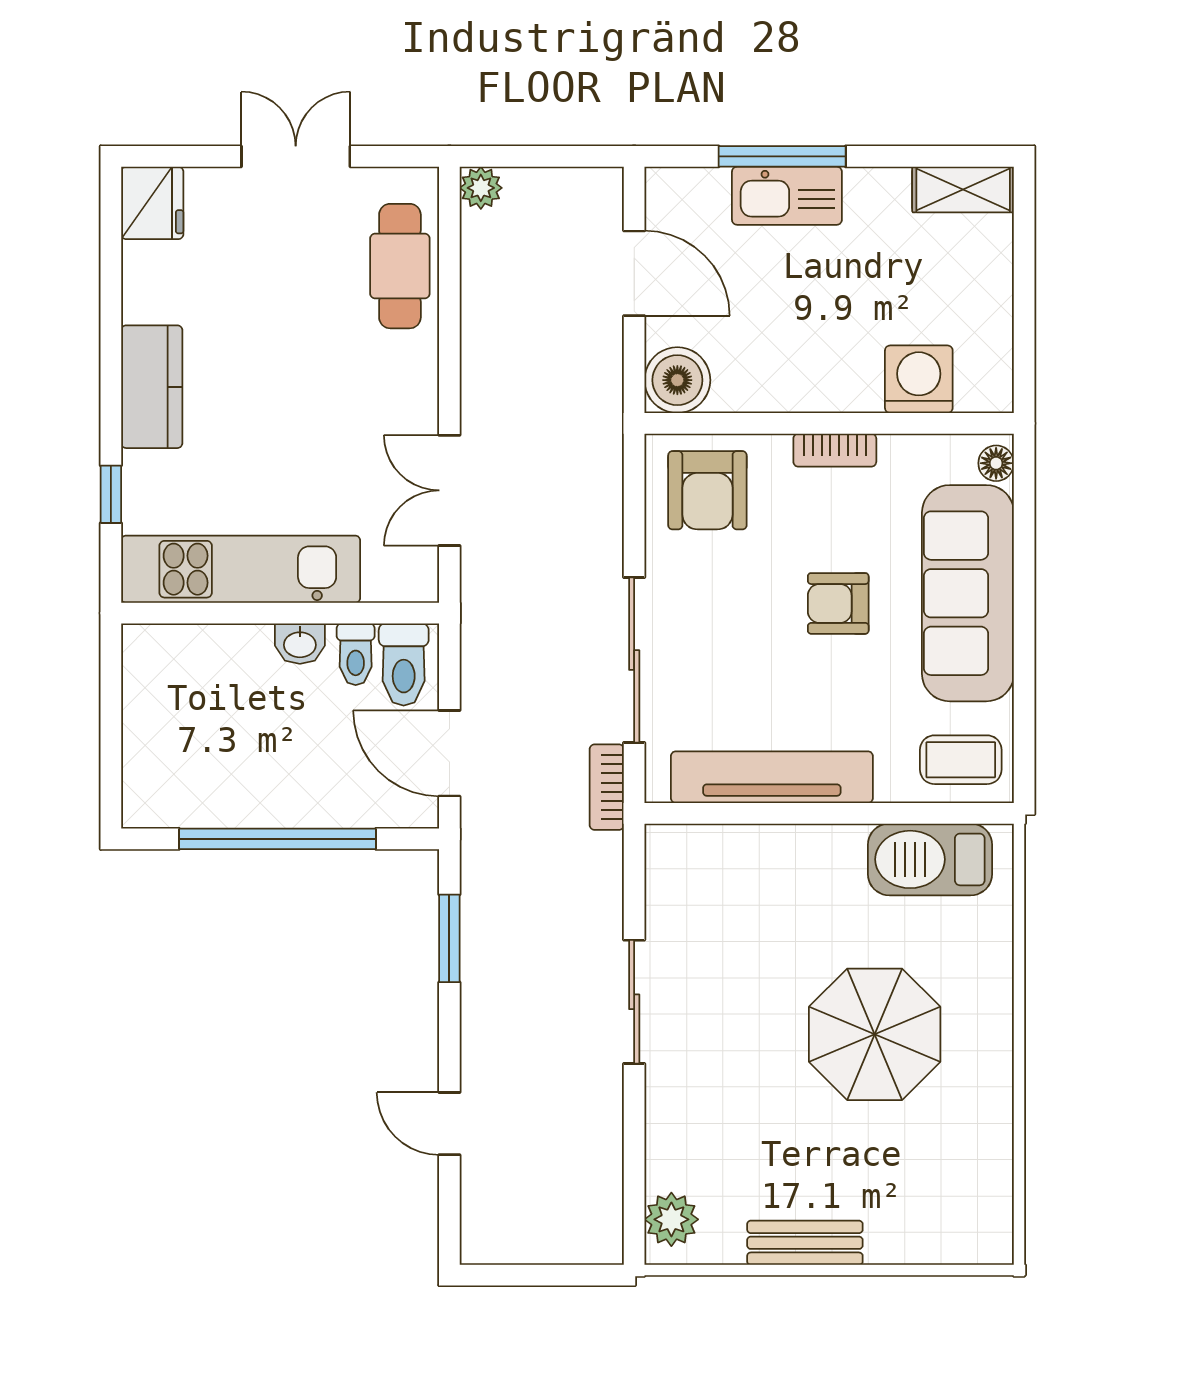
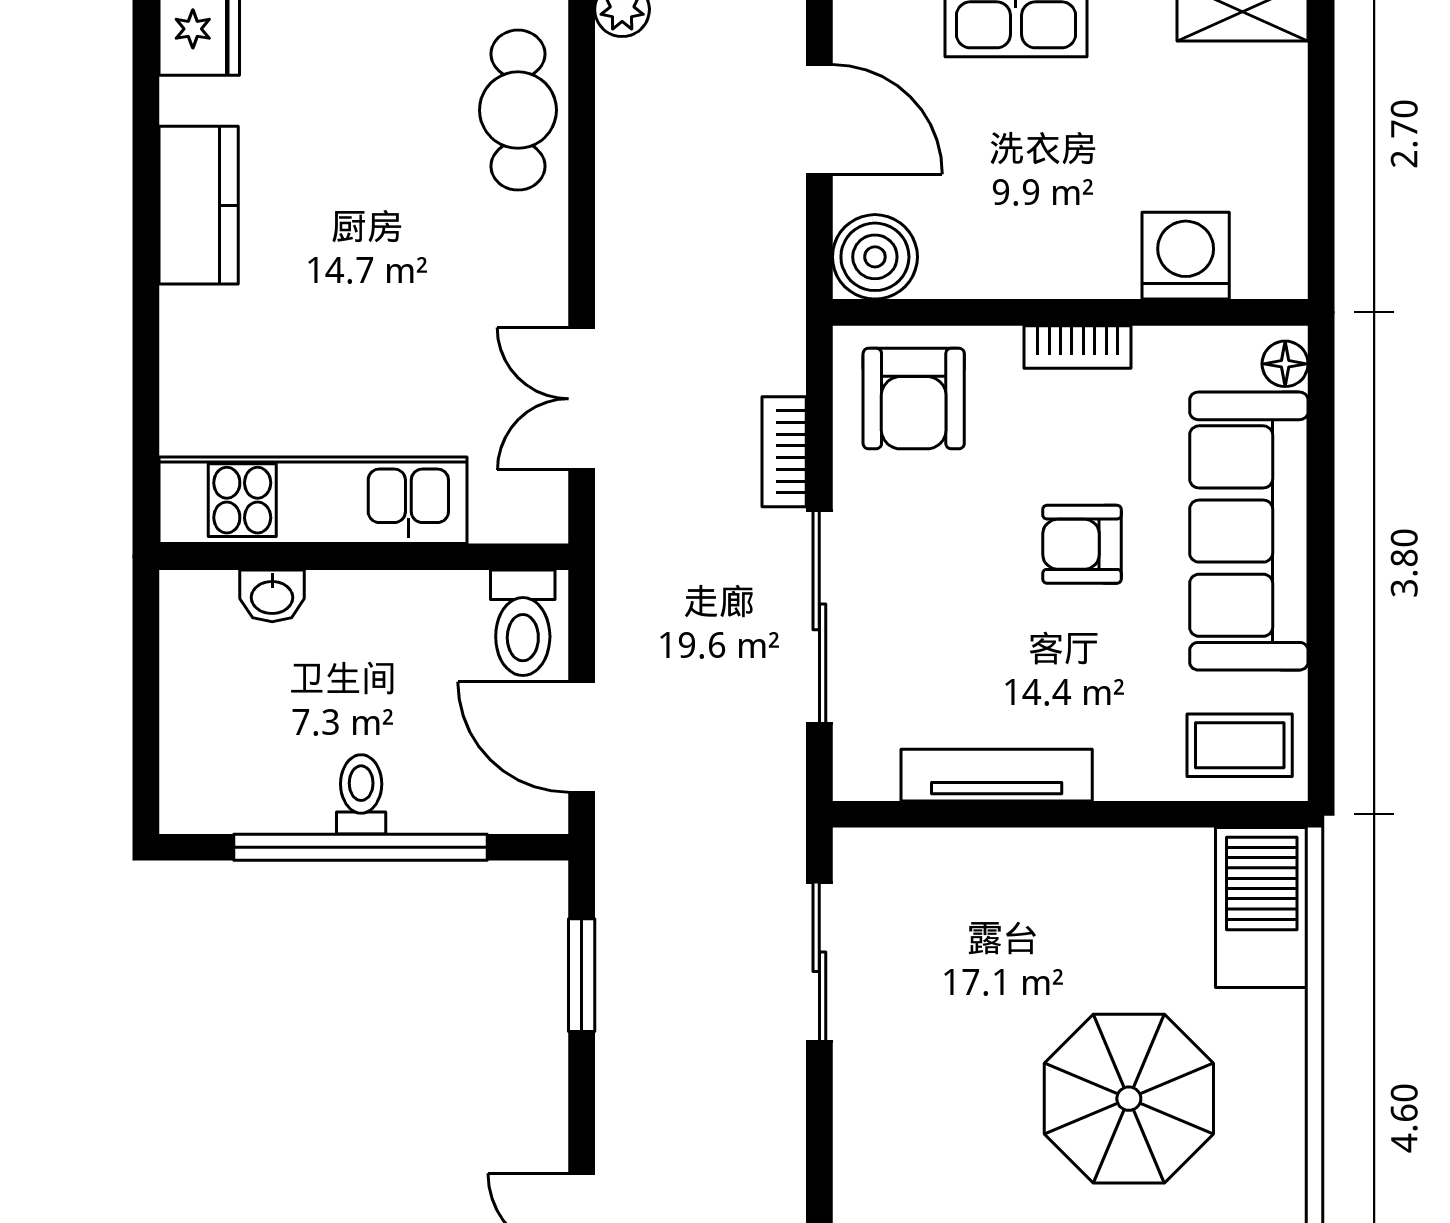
kitchen counter: (152, 387) -> (199, 205), moved
window: (111, 494) -> (146, 404), removed
washbasin: (300, 644) -> (272, 596), moved
toilet: (356, 654) -> (361, 794), moved, turned 180
tv unit: (772, 777) -> (997, 775), width x0.73, depth x0.78
bookcase: (607, 787) -> (784, 452), moved
barbecue: (930, 859) -> (1262, 907), moved, turned 90
sliding door: (634, 1002) -> (819, 962), moved

